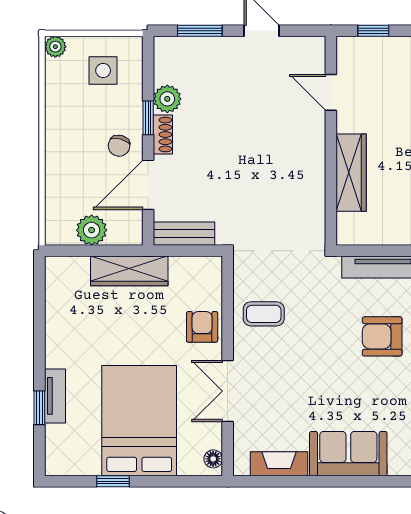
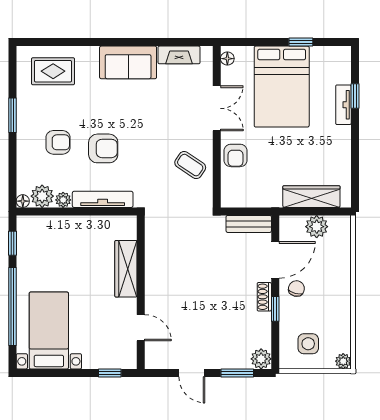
plant: (167, 99) -> (261, 359), moved
wardrobe: (129, 271) -> (311, 197), moved
coffee table: (264, 314) -> (190, 165), turned 34

